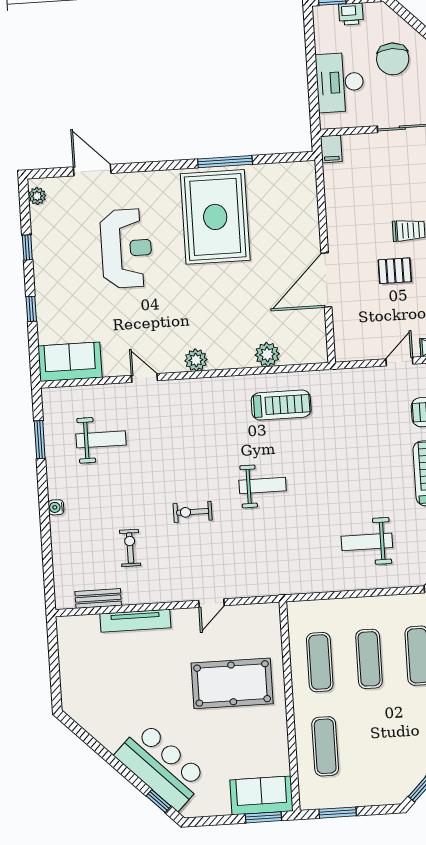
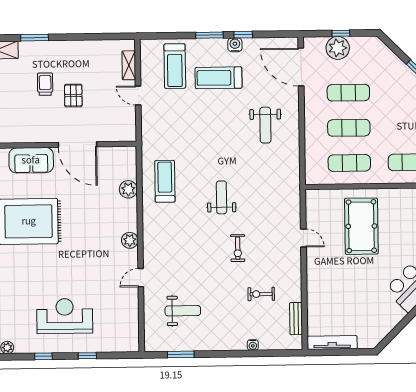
reception desk: (126, 248) -> (65, 316), moved
sofa: (70, 362) -> (31, 160), moved, turned -90
weight bench: (101, 439) -> (183, 311), turned 90
water cooler: (56, 507) -> (253, 345), moved
tv unit: (135, 621) -> (332, 342), moved, turned -90

